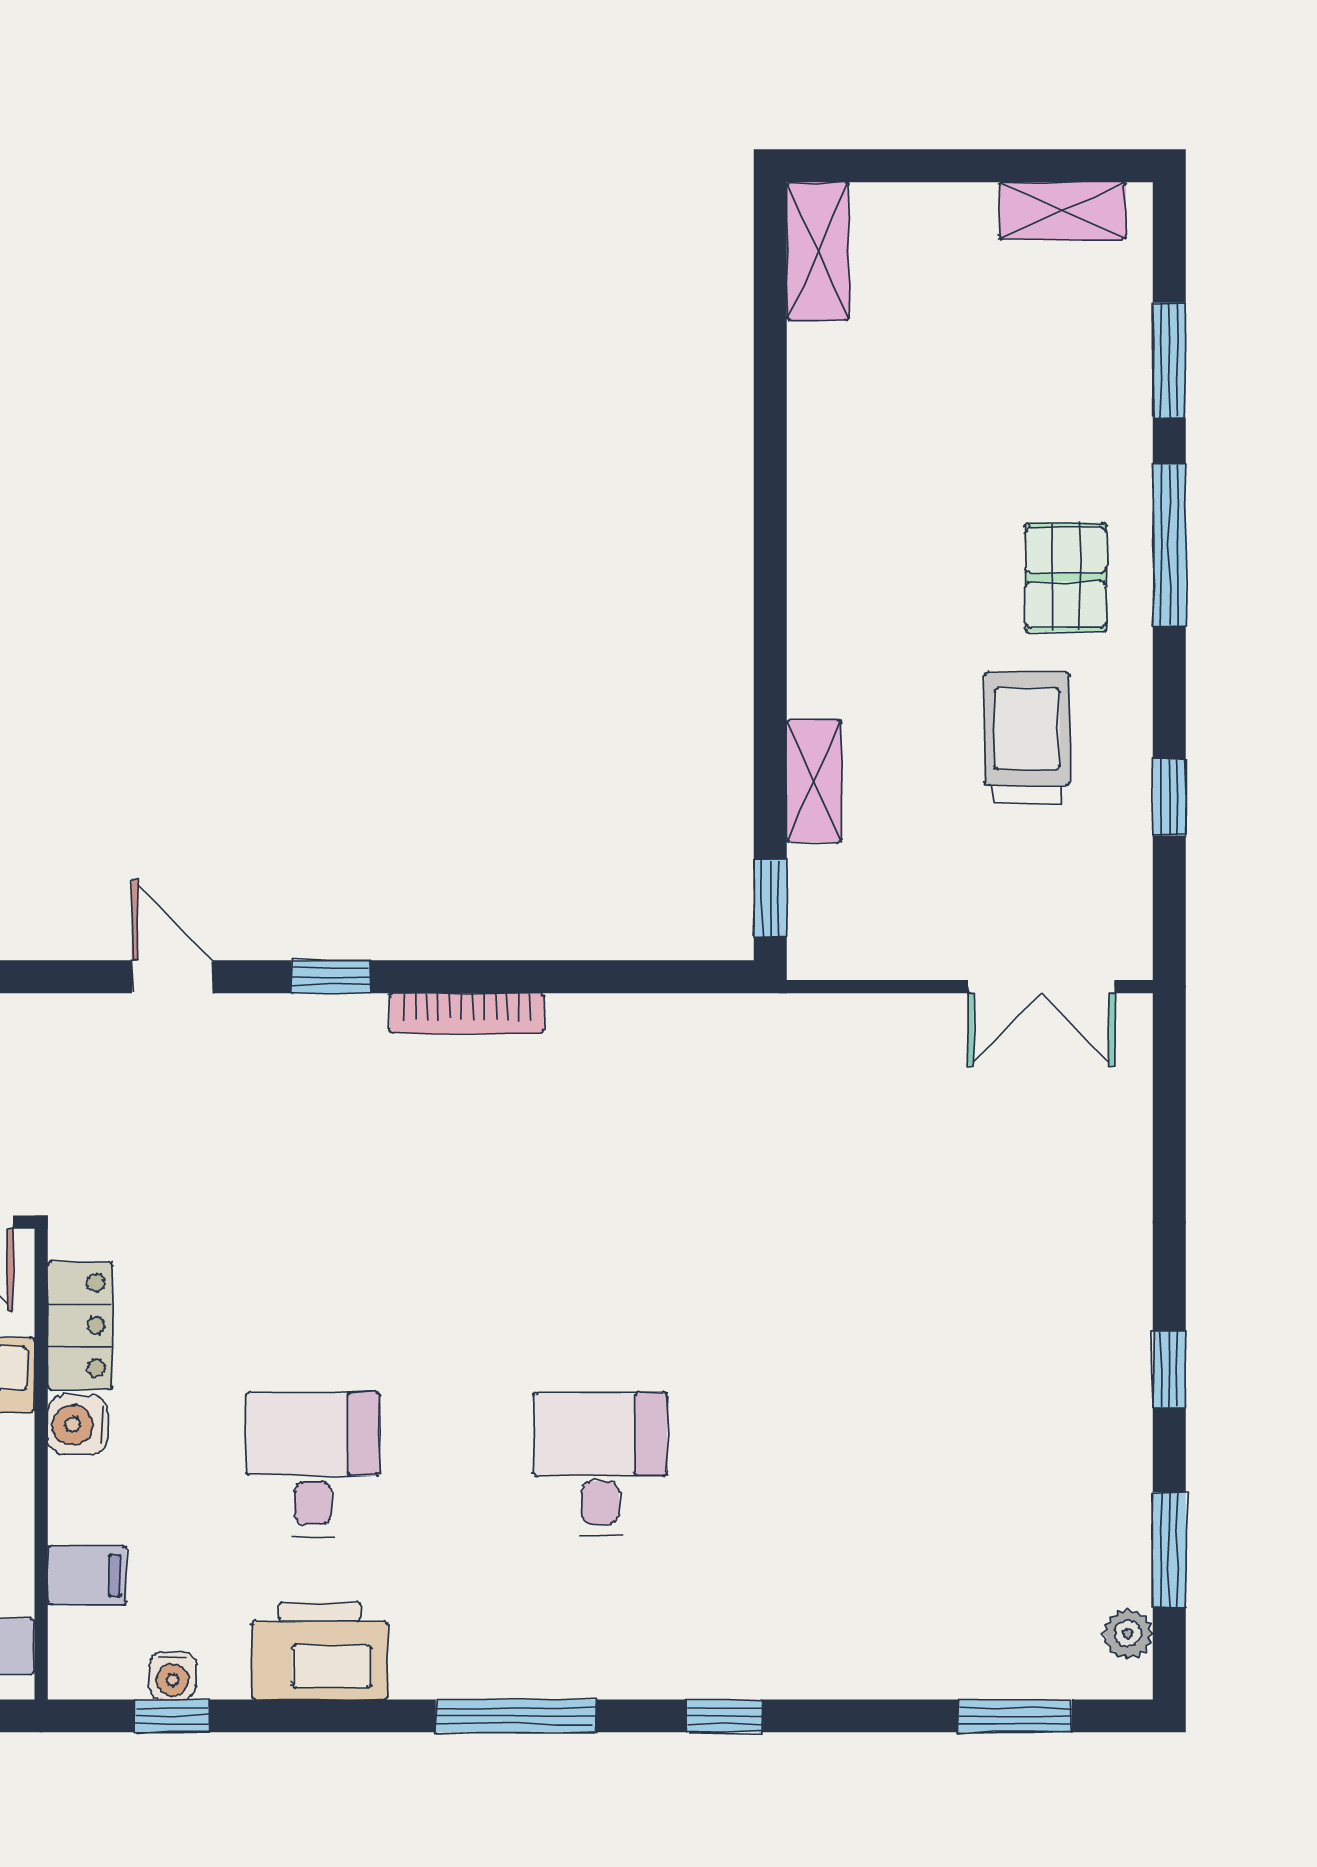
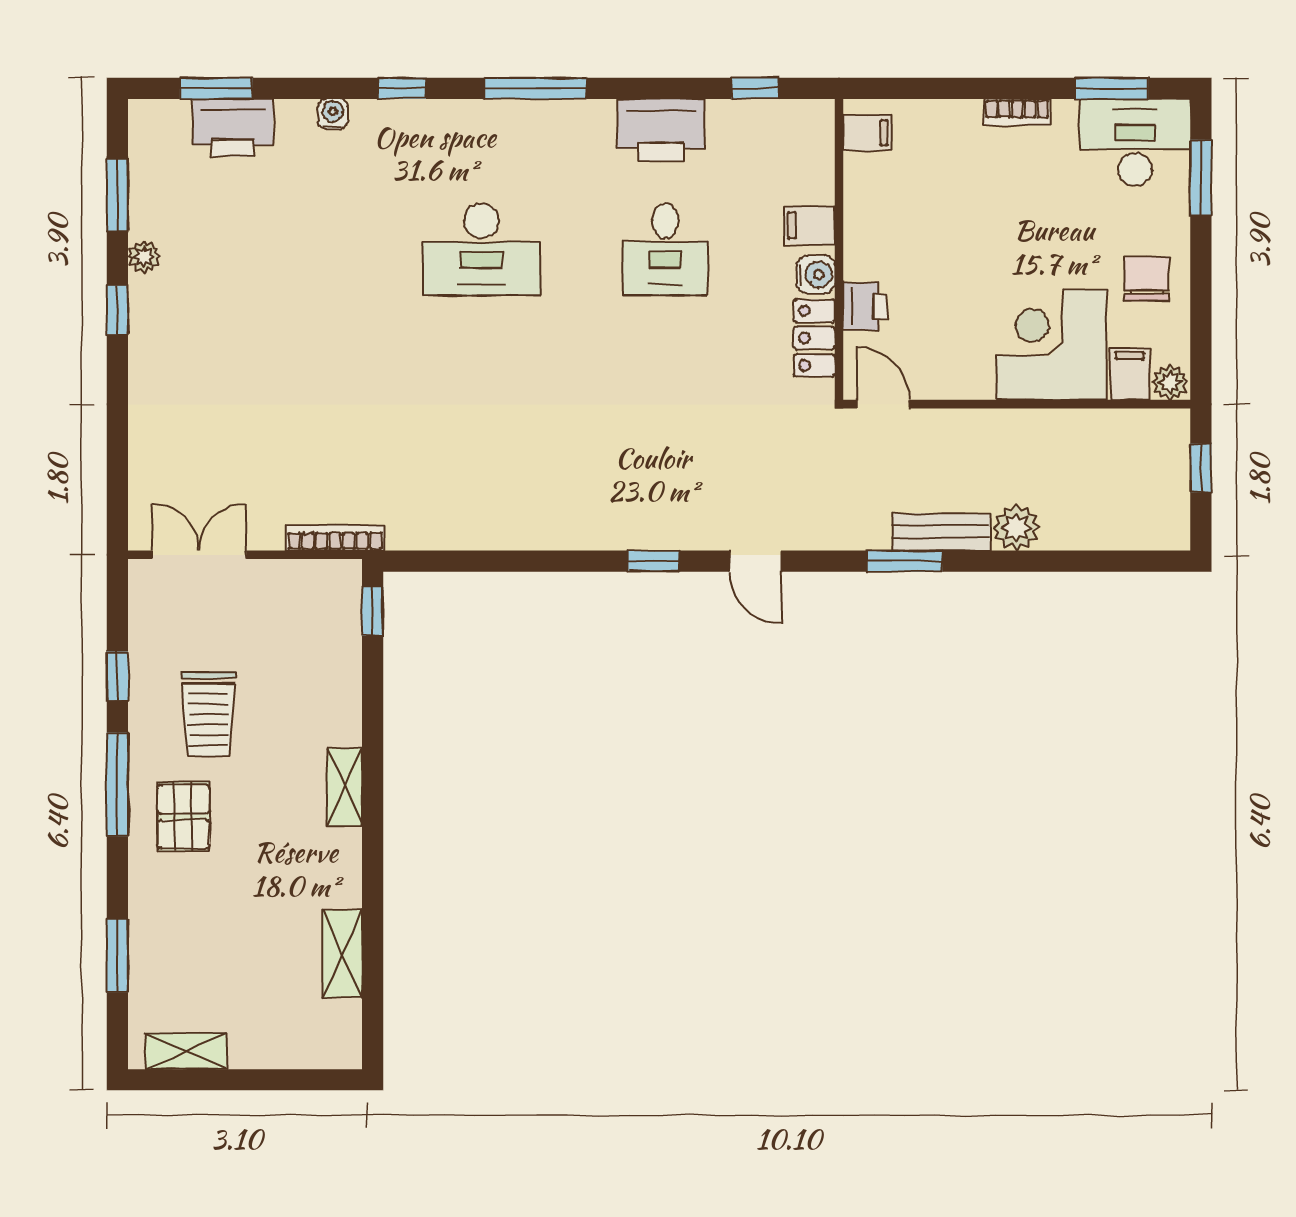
shelving: (818, 251) -> (342, 953), moved
window: (1169, 545) -> (117, 784), moved
shelving: (814, 781) -> (345, 787), moved
bookcase: (467, 1013) -> (335, 538), moved
desk: (600, 1464) -> (481, 249), width x1.37
filing cabinet: (87, 1575) -> (810, 225), moved
plant: (1128, 1634) -> (144, 257), moved
printer: (989, 1654) -> (233, 128), added
water cooler: (173, 1676) -> (333, 114), moved

